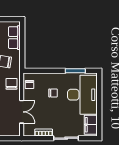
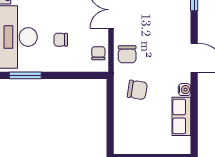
row of seats: (14, 38) -> (123, 128), removed

